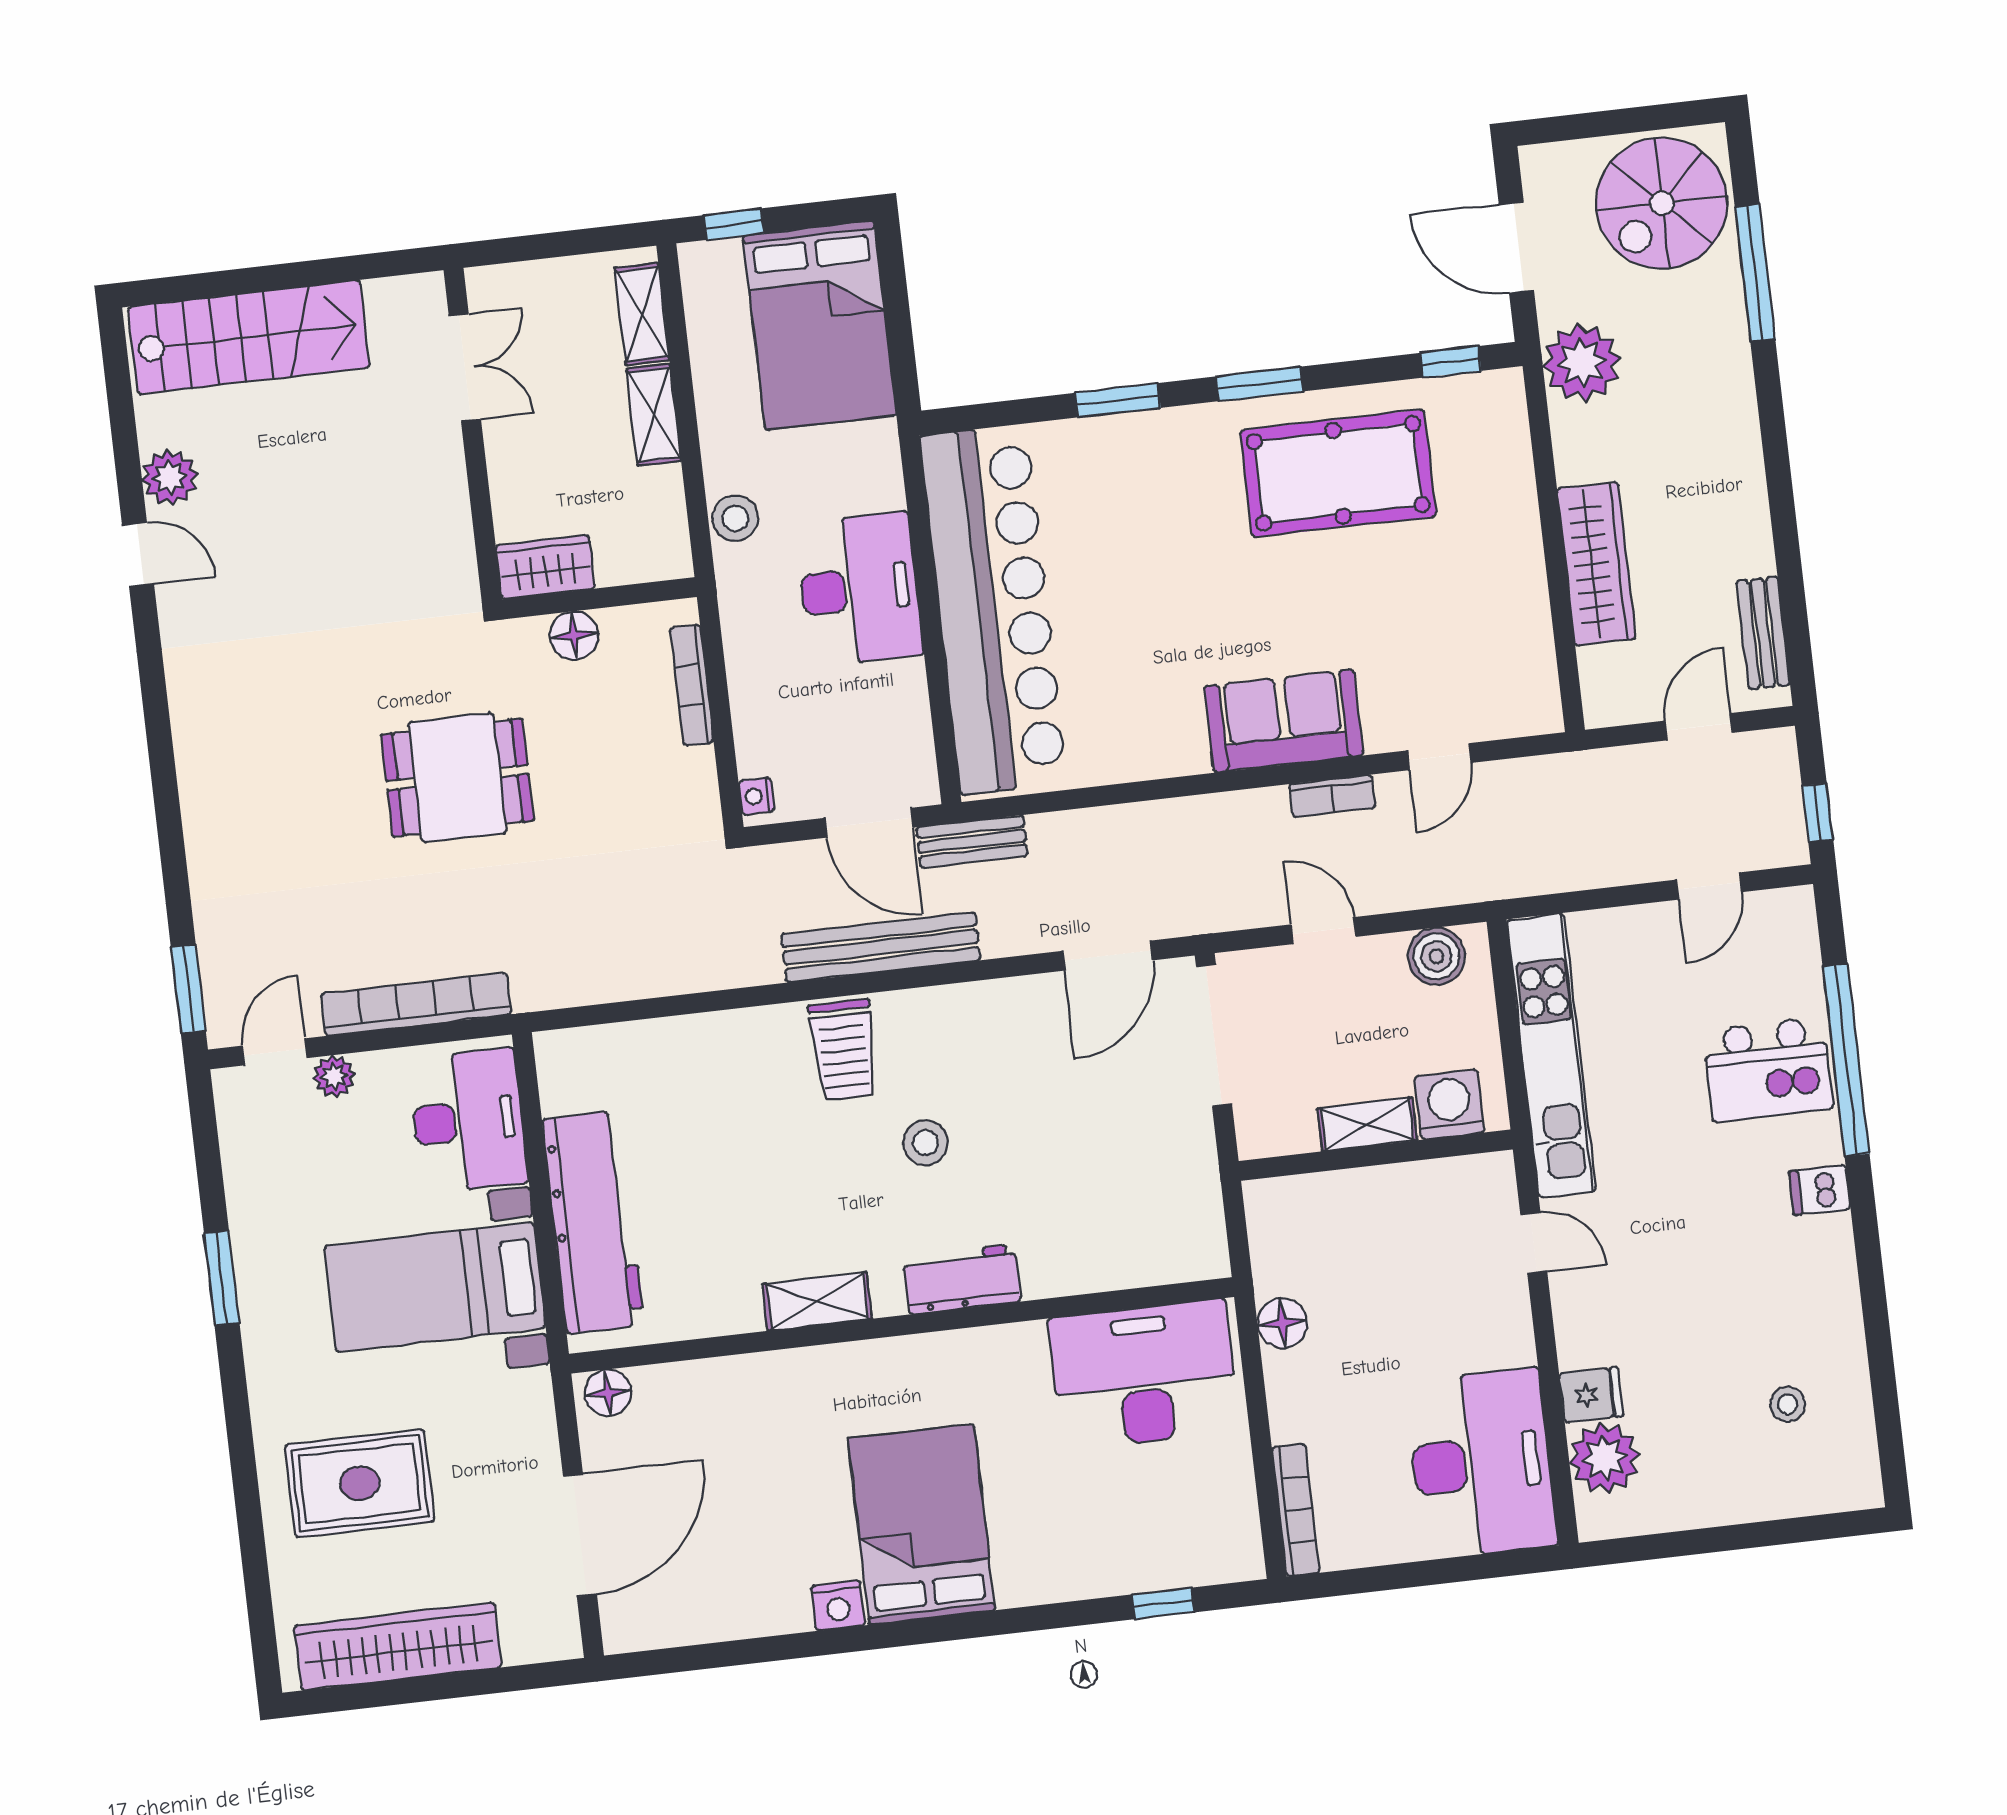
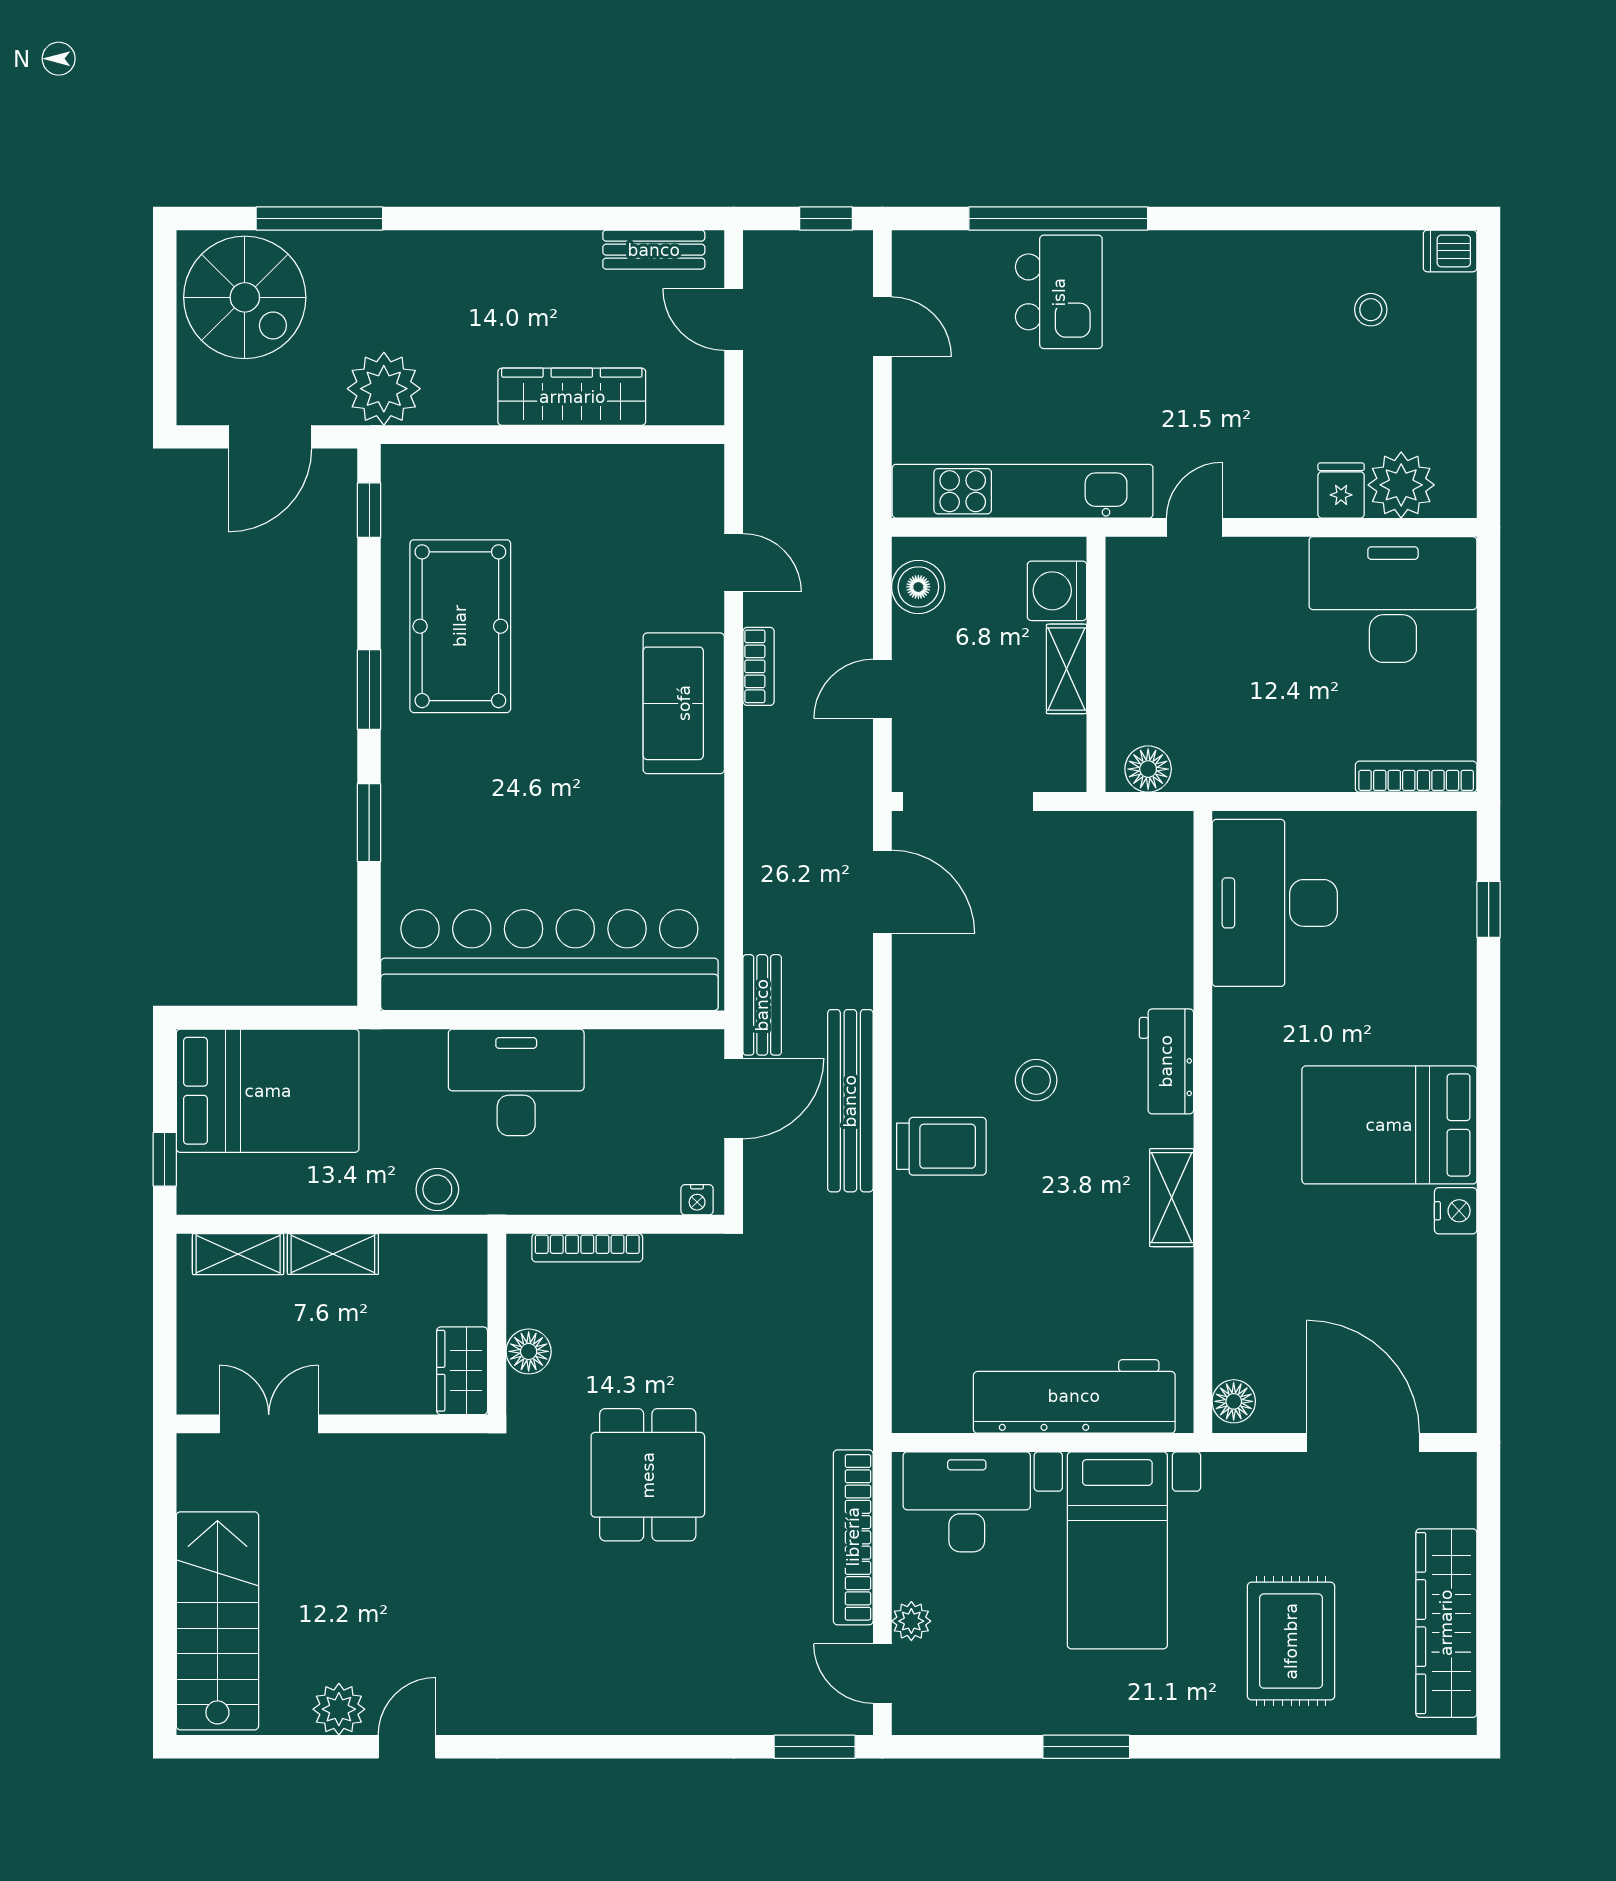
dishwasher: (1820, 1190) -> (1450, 251), moved, turned 90
floor lamp: (1282, 1323) -> (1148, 769), moved

